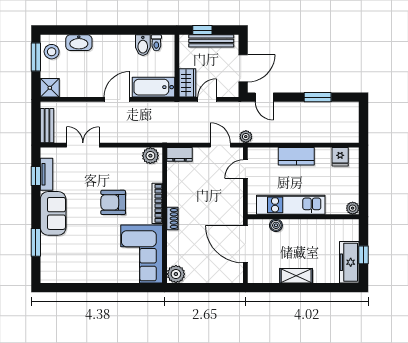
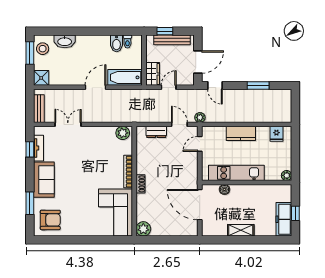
dresser: (179, 154) -> (156, 132), moved
armchair: (113, 202) -> (50, 220), moved, turned 180

